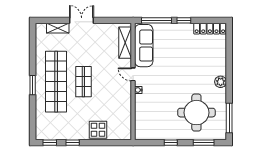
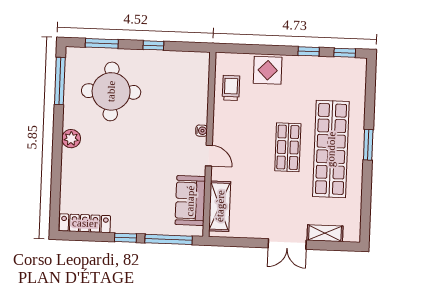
sofa: (144, 46) -> (190, 201), width x0.73
trolley: (121, 118) -> (231, 88), added

